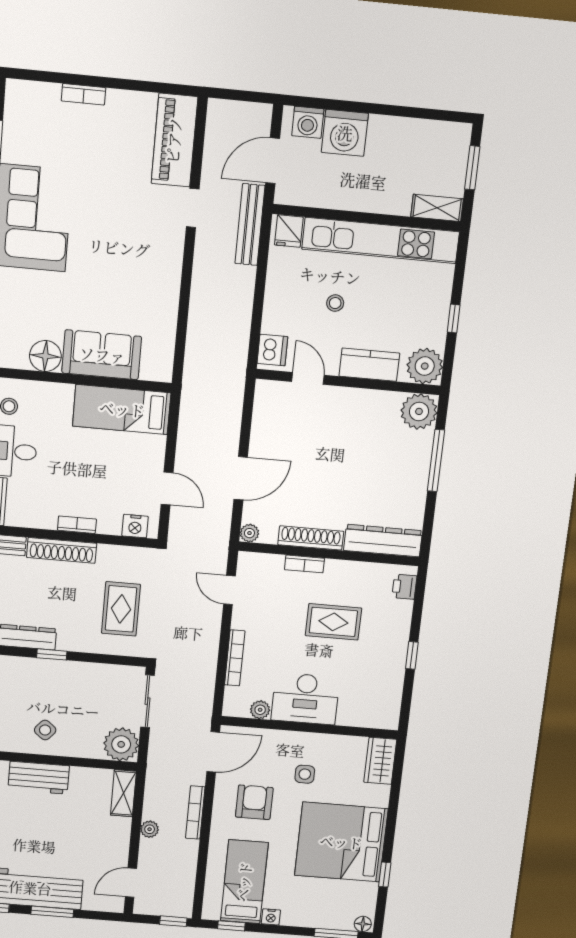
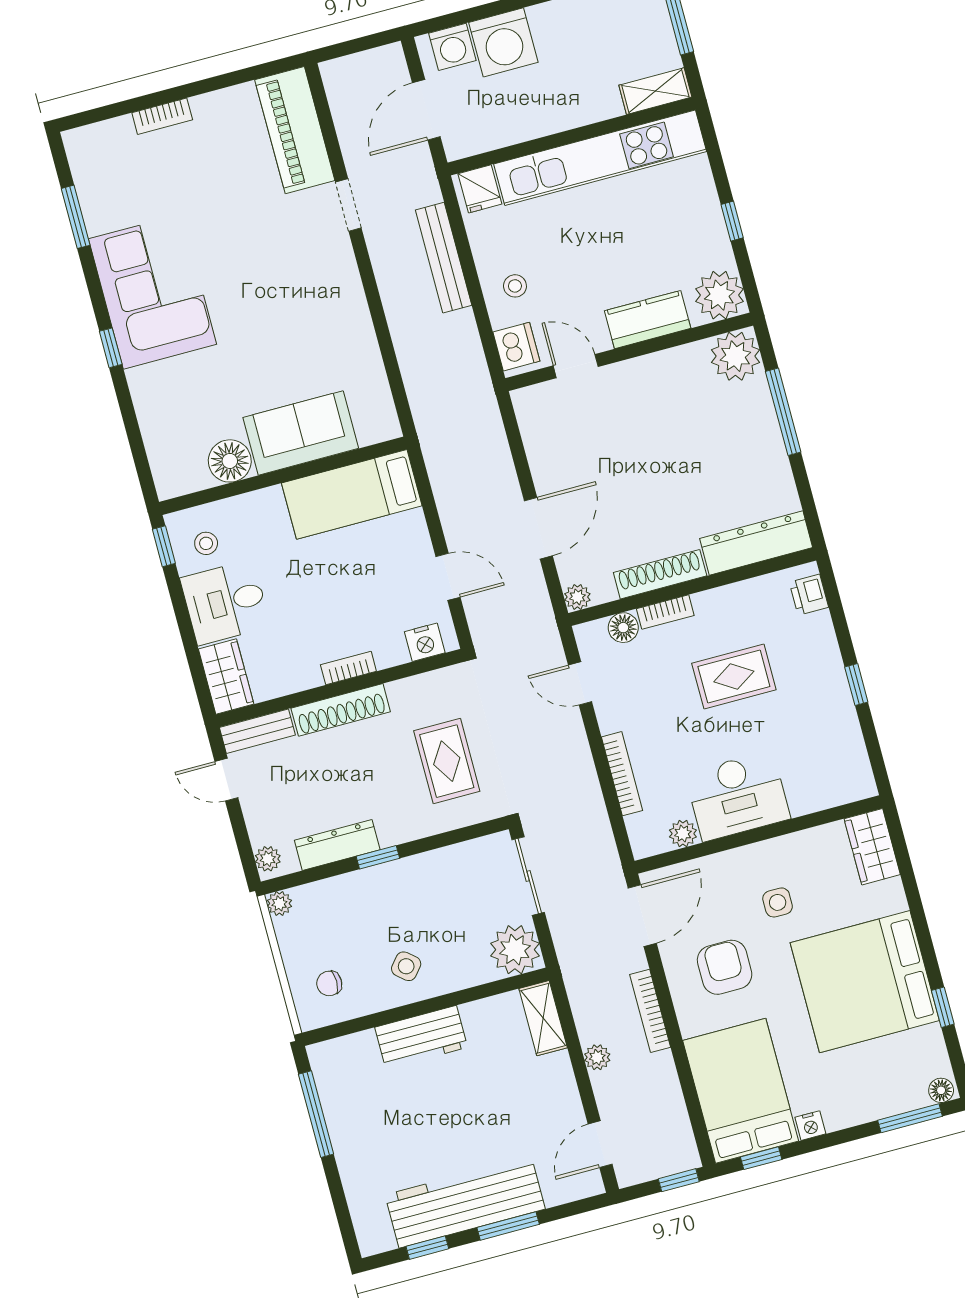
bench: (250, 225) -> (444, 258), moved
stool: (335, 303) -> (515, 286), moved
floor lamp: (272, 564) -> (623, 628), added
bed: (244, 882) -> (741, 1091), width x1.50

